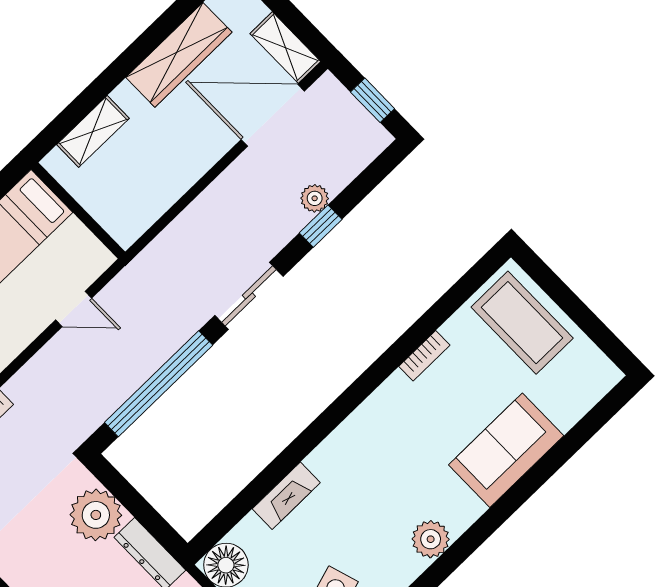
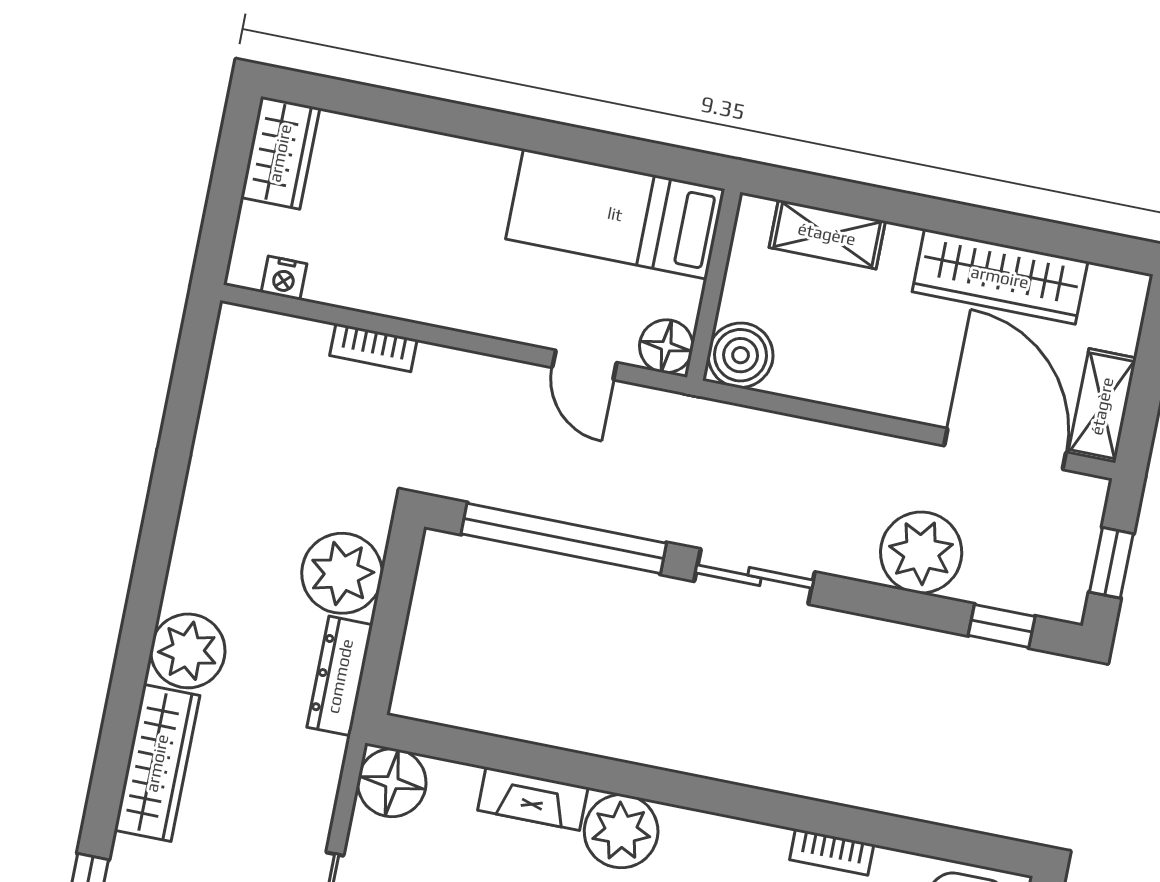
plant: (315, 198) -> (921, 552), width x1.88, depth x1.88
boiler: (126, 222) -> (741, 355), added
window: (321, 226) -> (1002, 626), moved
floor lamp: (94, 258) -> (666, 346), added
plant: (336, 461) -> (621, 831), added

